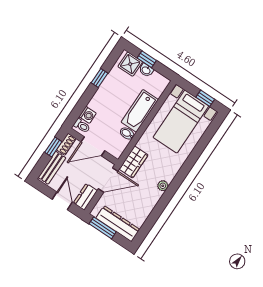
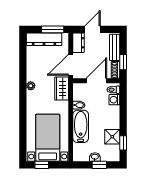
shower: (130, 64) -> (112, 137), moved
window: (100, 78) -> (123, 143), moved
door: (62, 201) -> (92, 29), swing flipped

